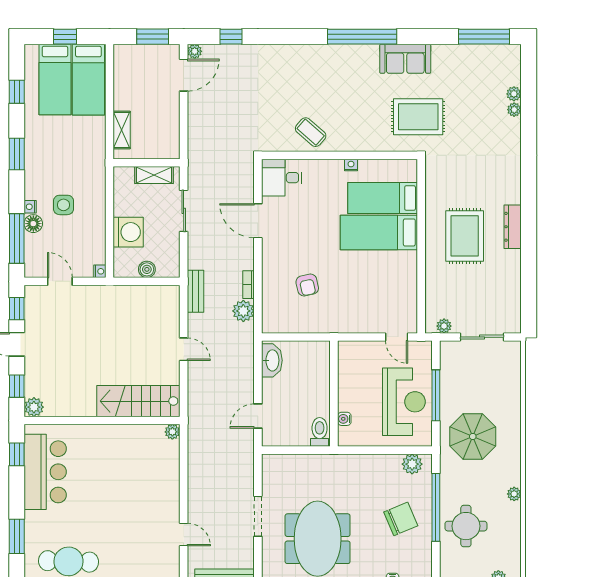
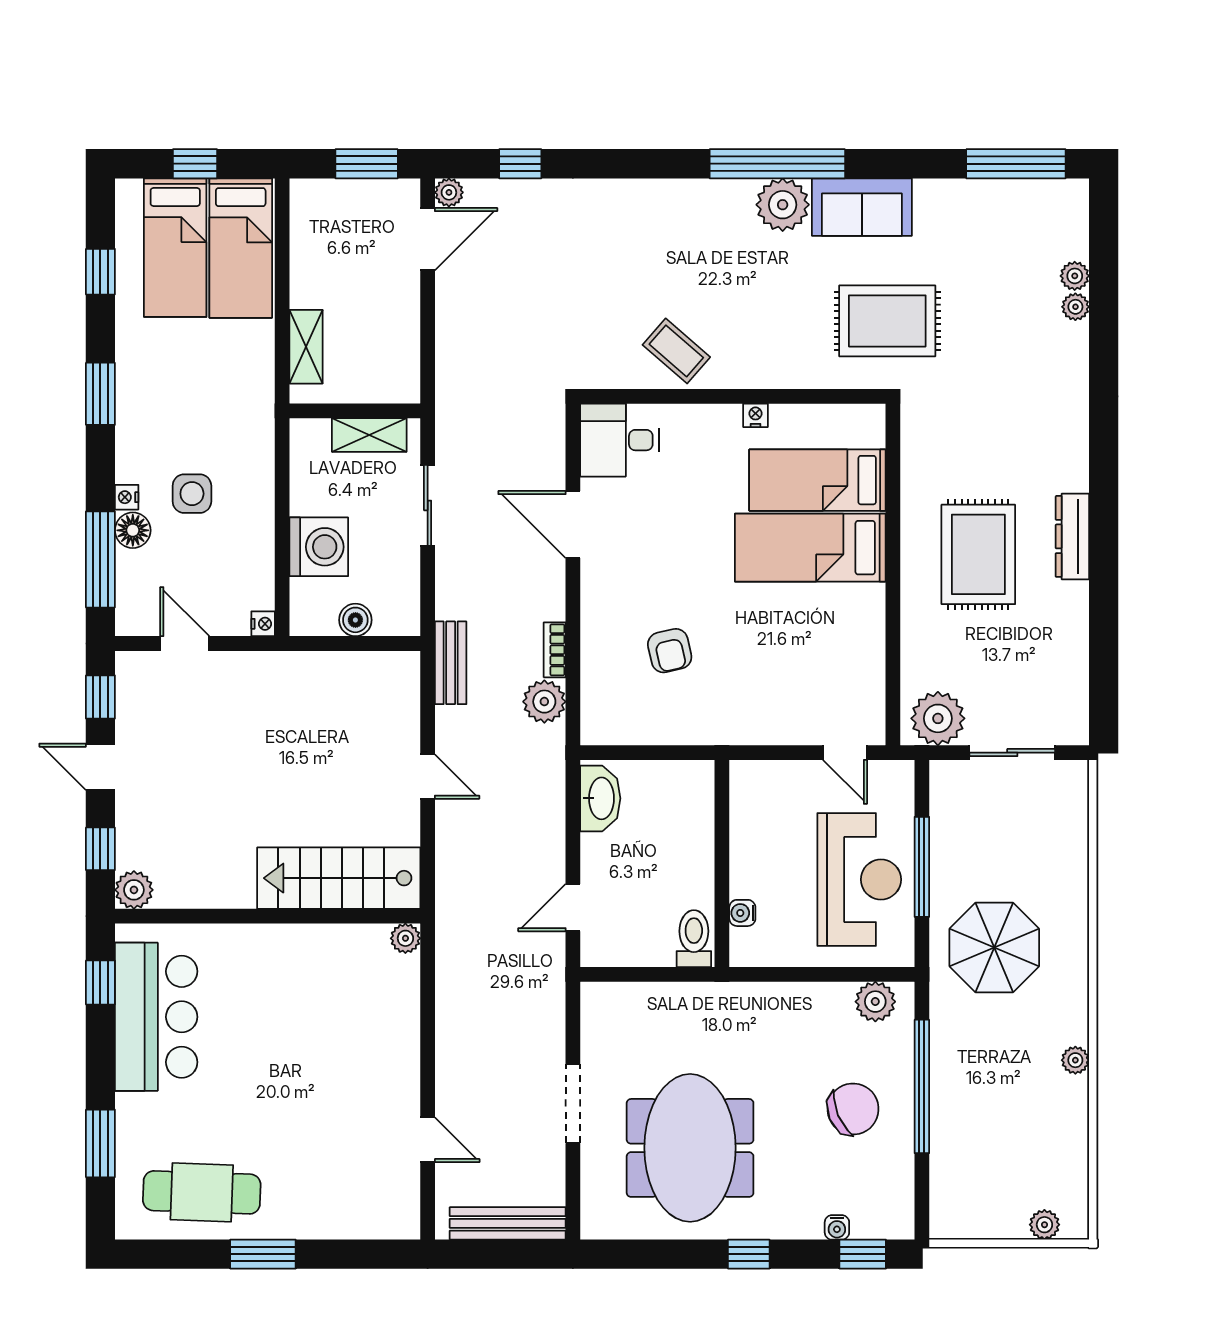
plant: (365, 58) -> (783, 205), added
plant: (444, 326) -> (938, 718), width x1.87, depth x1.87
round table: (466, 526) -> (981, 1123), removed

